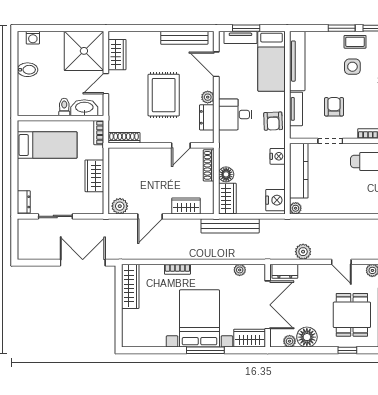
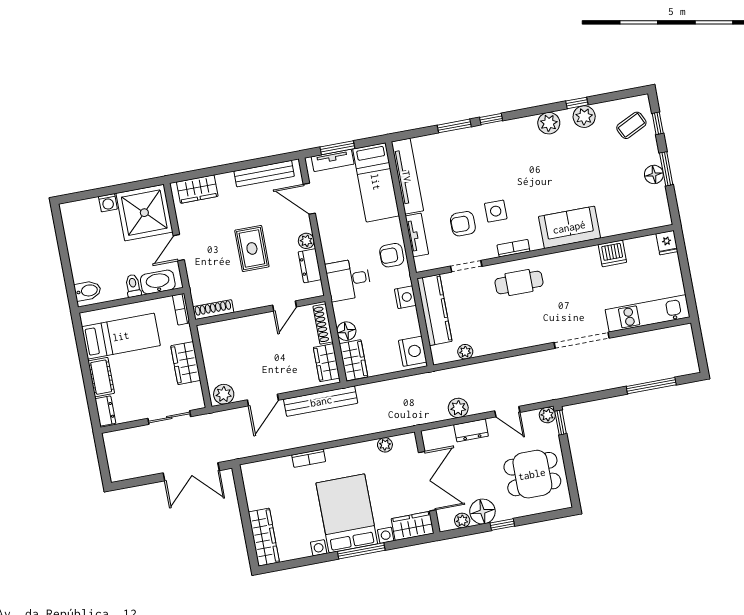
washing machine: (33, 38) -> (108, 203), moved
coffee table: (355, 42) -> (474, 140), removed
wardrobe: (117, 55) -> (197, 189), moved, turned 90
side table: (352, 67) -> (496, 211), moved
bidet: (28, 70) -> (88, 291), moved
rug: (164, 95) -> (252, 248), width x0.73, depth x0.70
armchair: (334, 107) -> (463, 224), turned -90
desk: (235, 114) -> (348, 280), moved
armchair: (273, 121) -> (392, 255), turned 92
cot: (26, 174) -> (101, 377), added
wardrobe: (186, 206) -> (327, 363), moved, turned -90
plant: (296, 208) -> (465, 352), moved
sliding door: (55, 216) -> (169, 417), moved
bench: (230, 226) -> (321, 401), moved
double door: (83, 263) -> (191, 472), swing flipped
dresser: (285, 271) -> (471, 430), moved
wardrobe: (130, 286) -> (264, 537), moved
dining table: (352, 315) -> (532, 474), turned 90
window: (347, 350) -> (502, 524), moved

